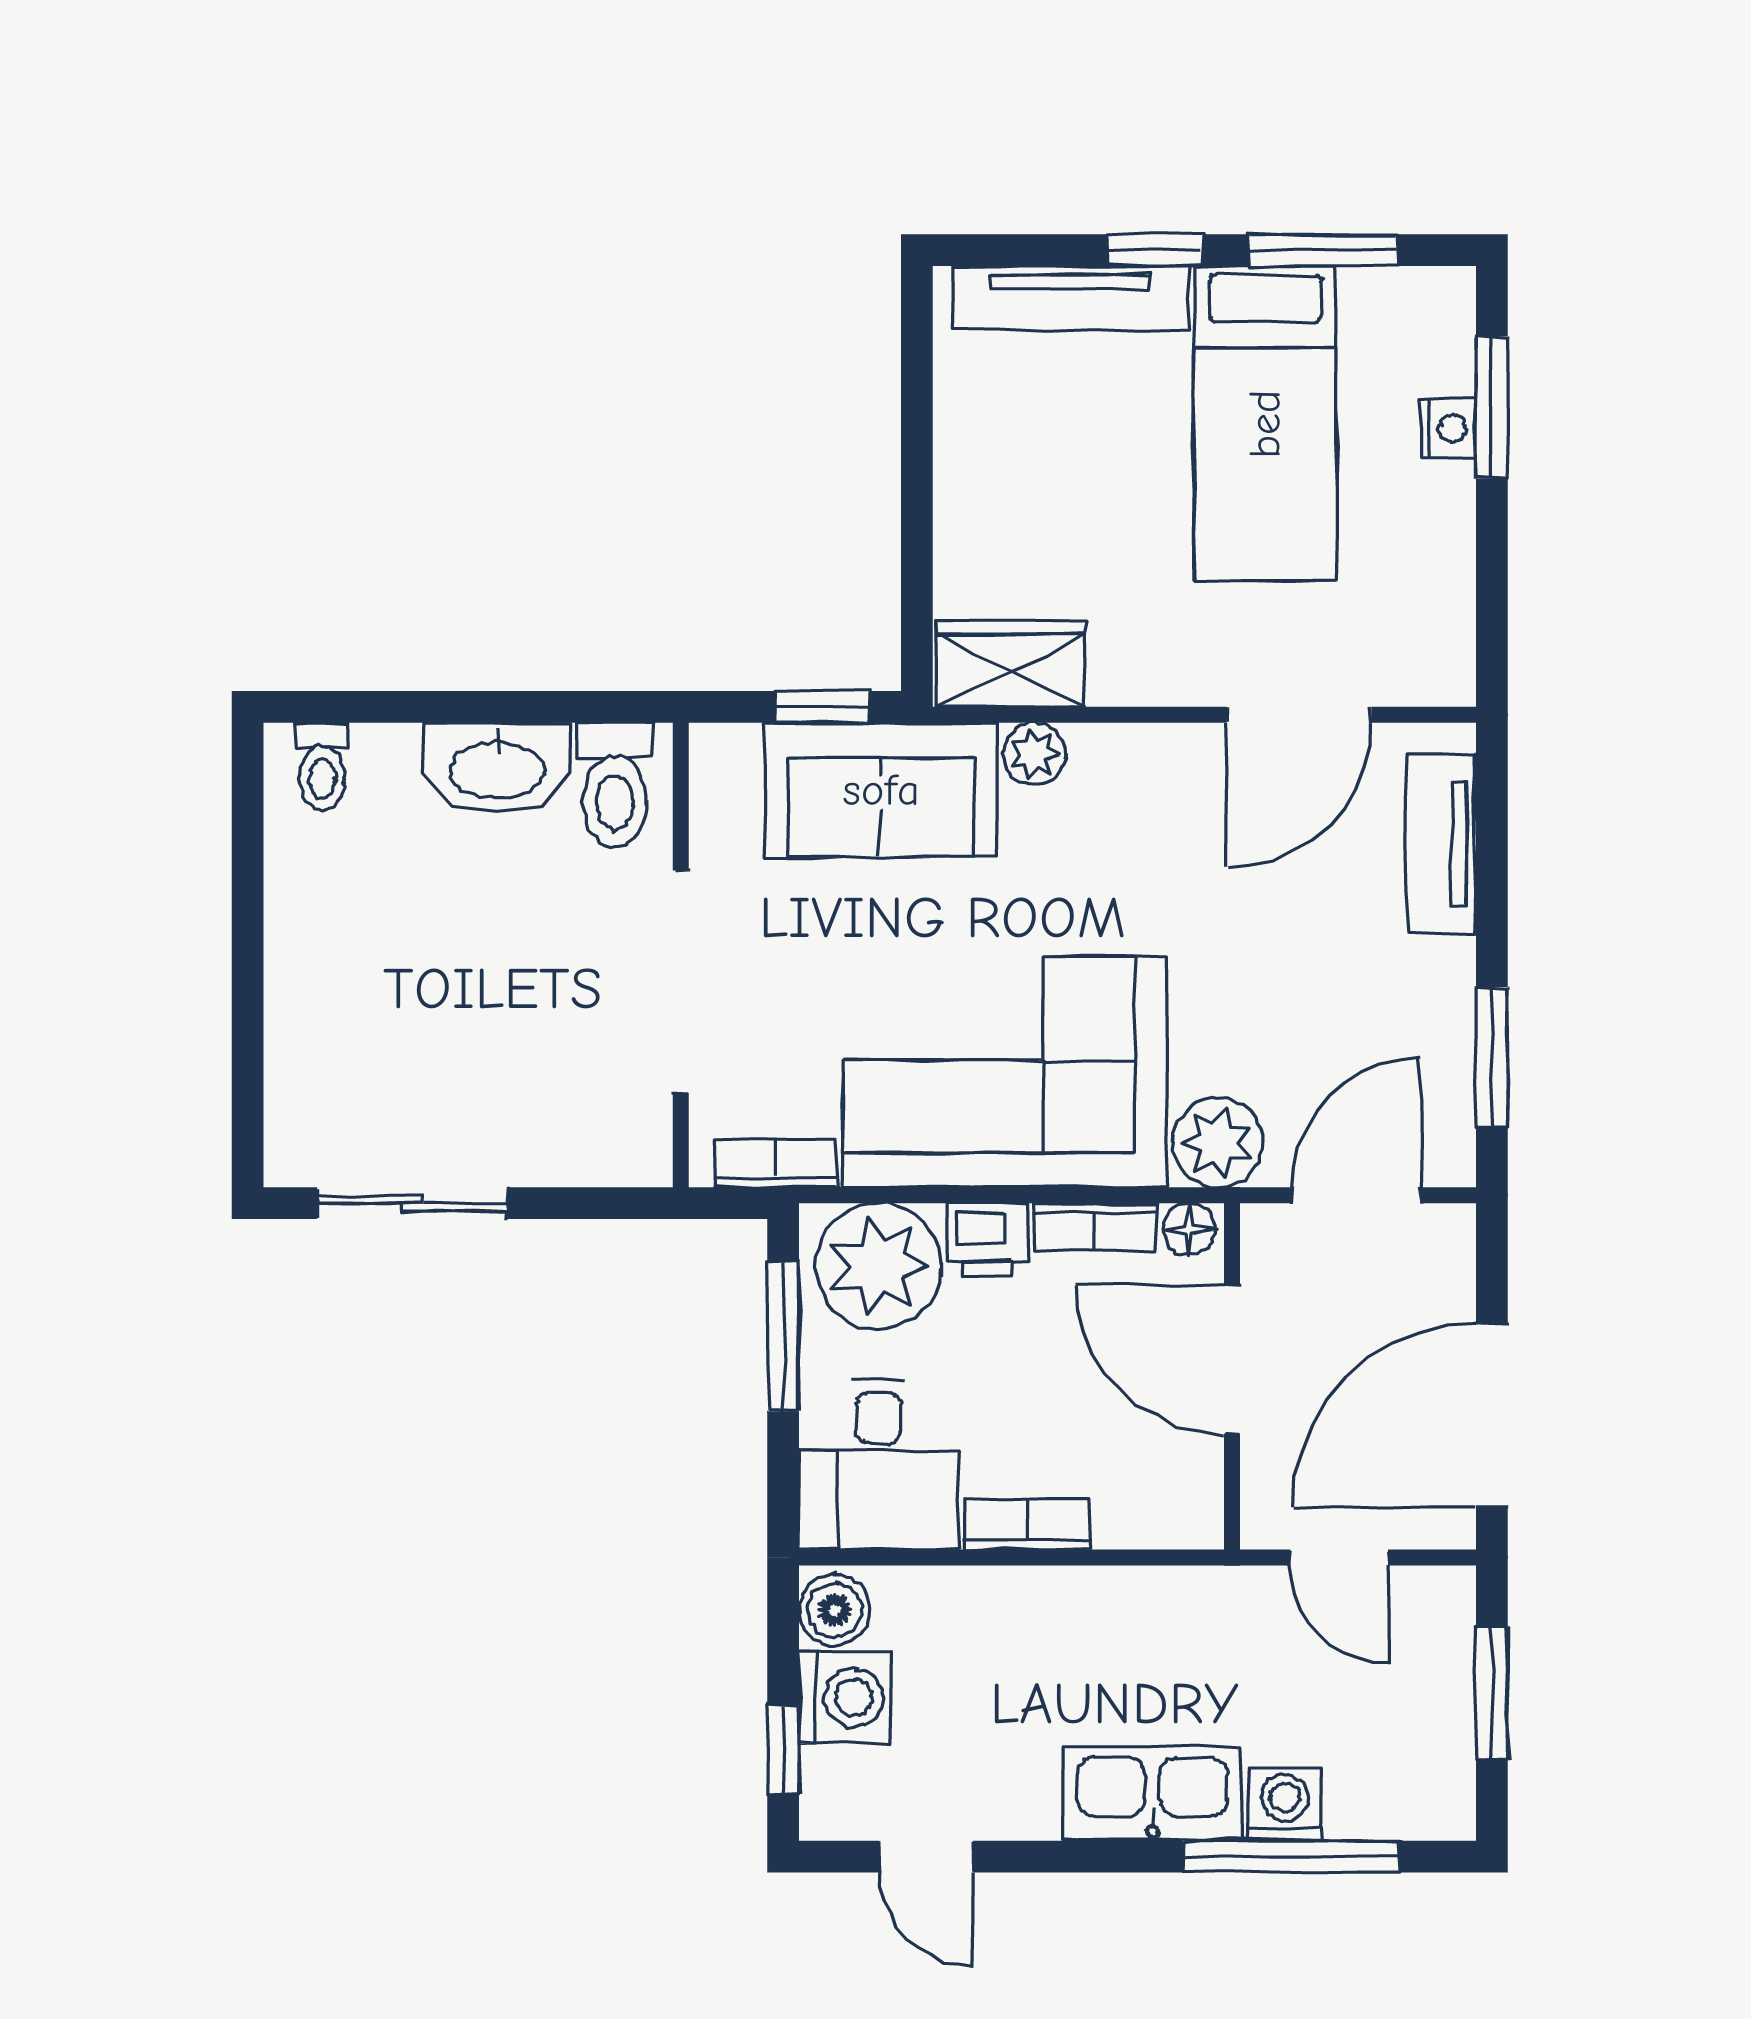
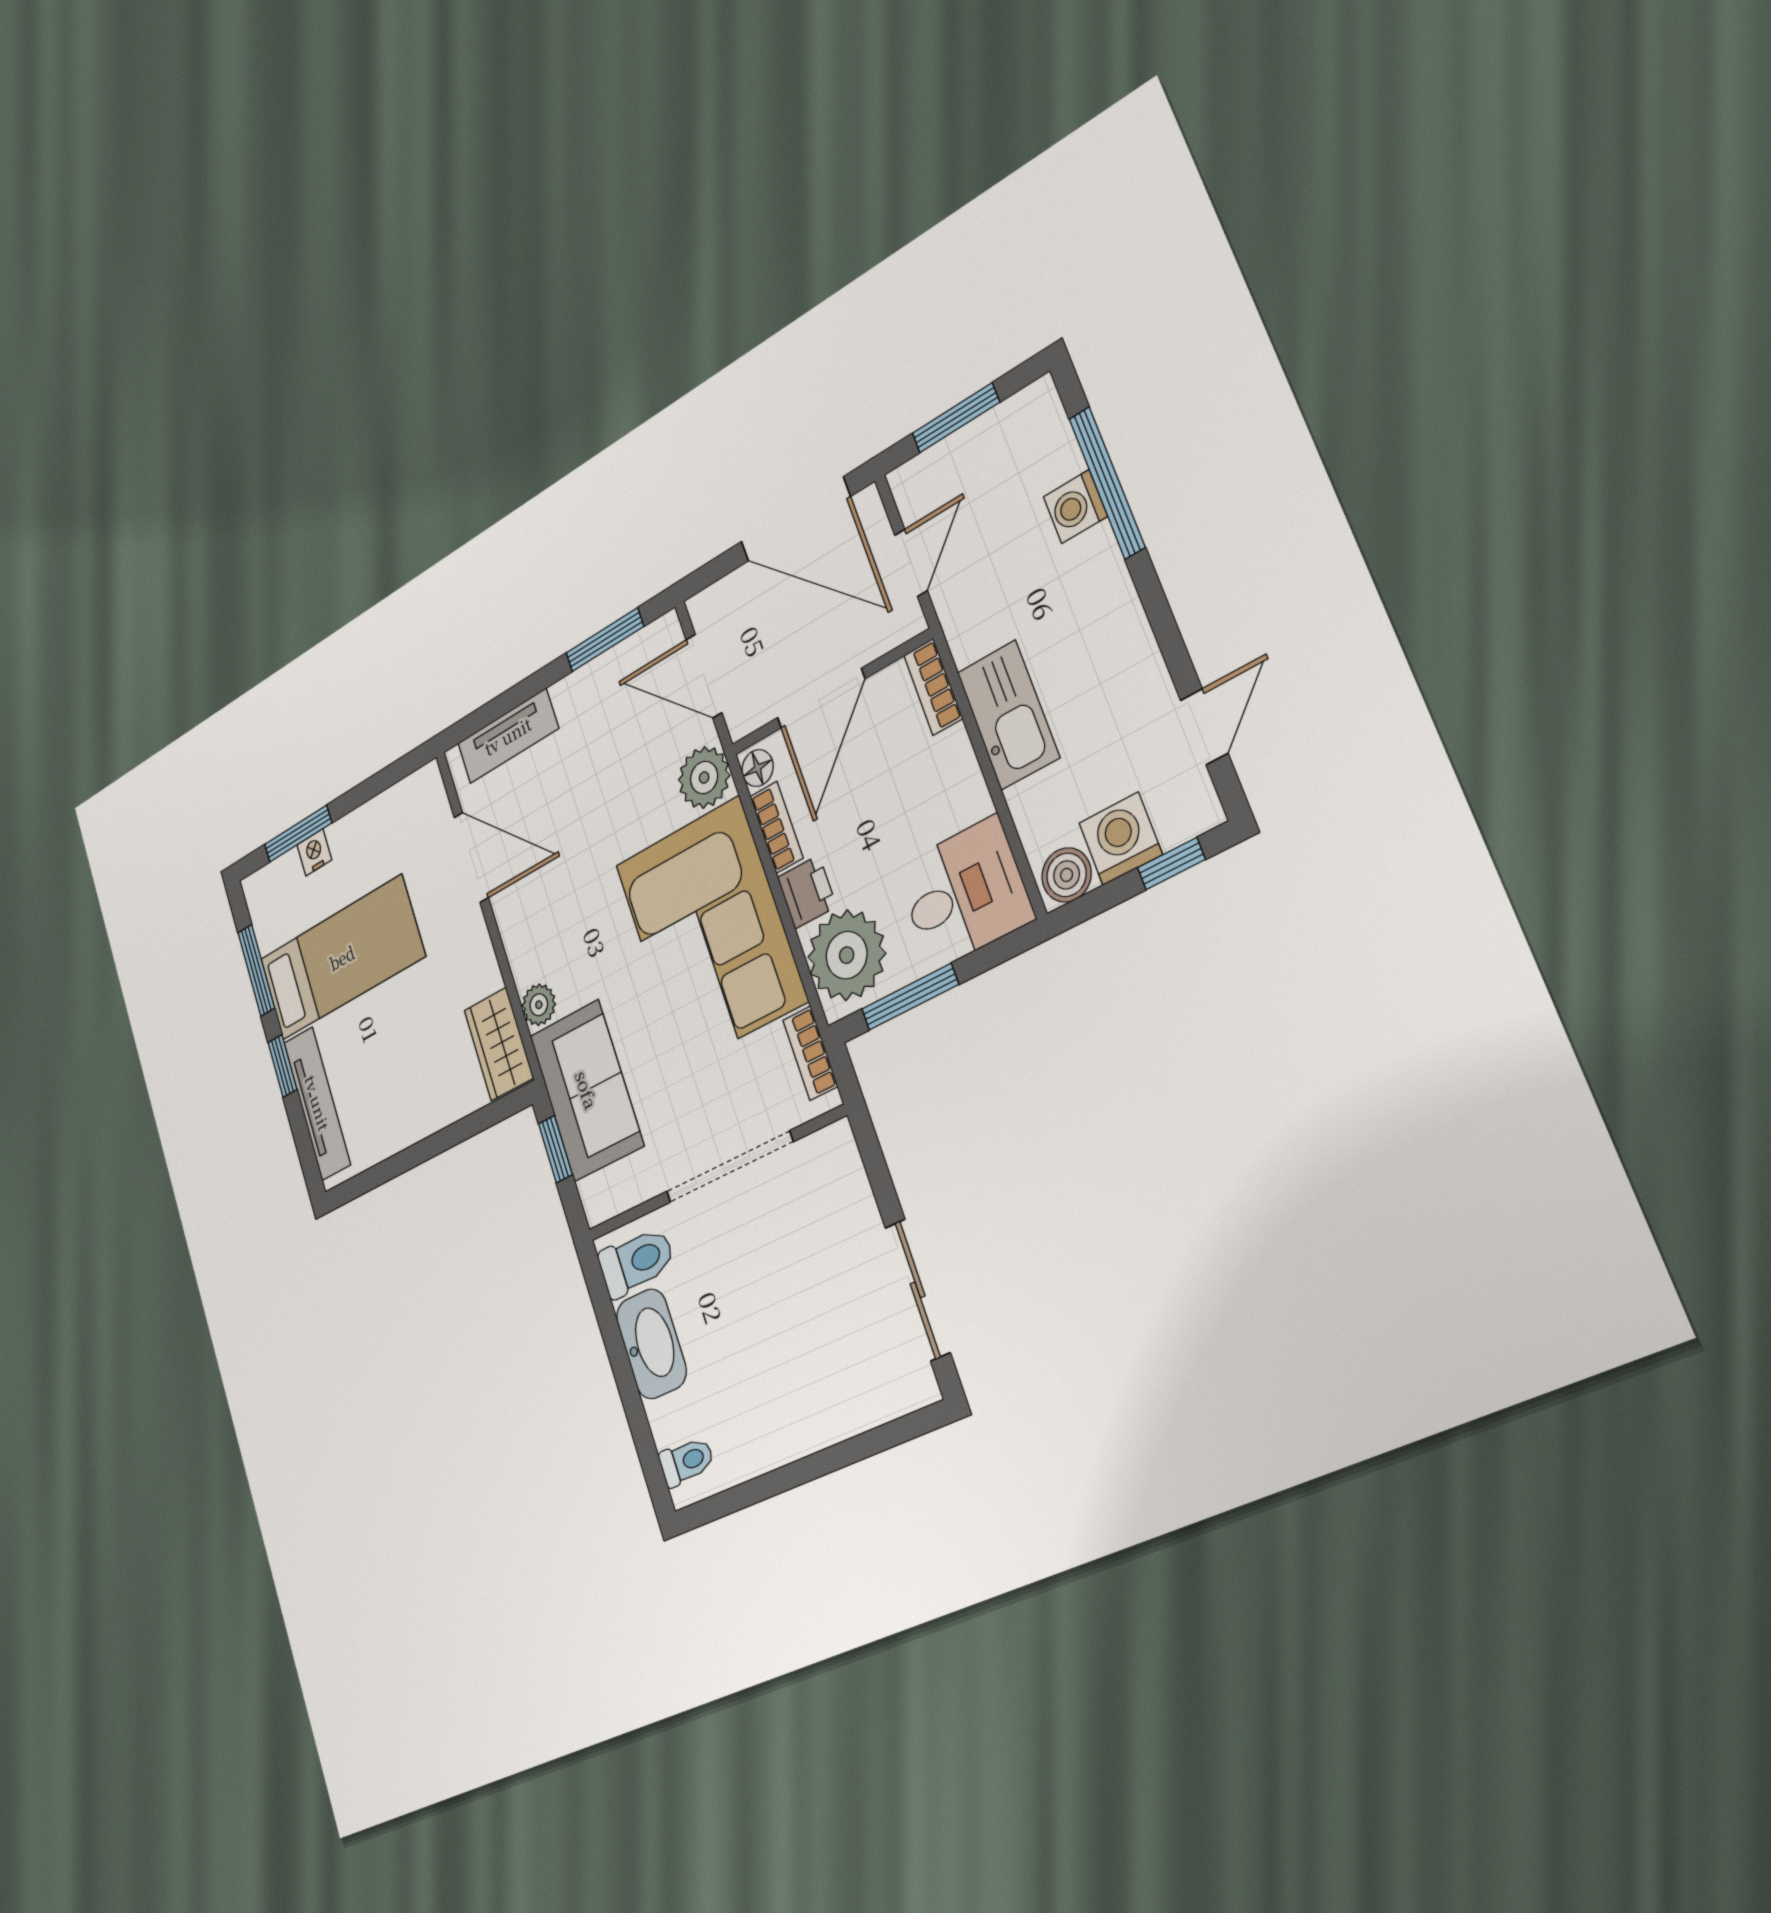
bookcase: (1026, 1525) -> (933, 687), moved
kitchen sink: (1153, 1794) -> (1008, 715), moved, turned 180

